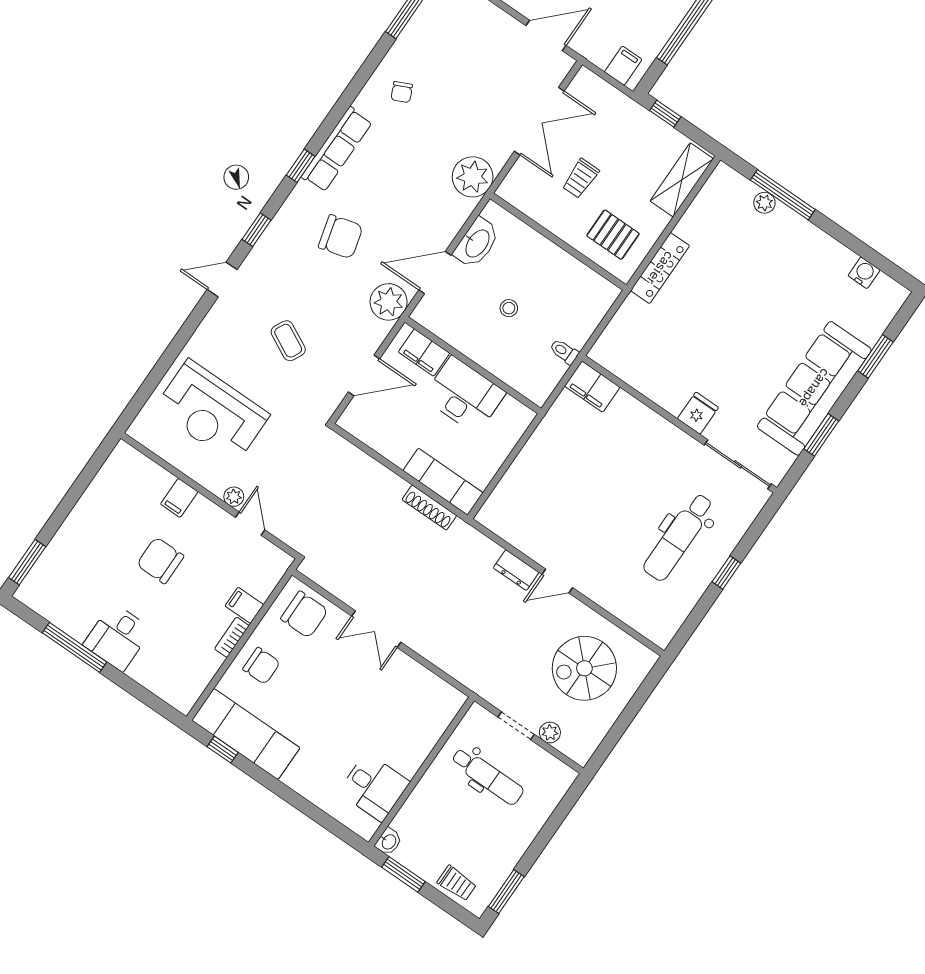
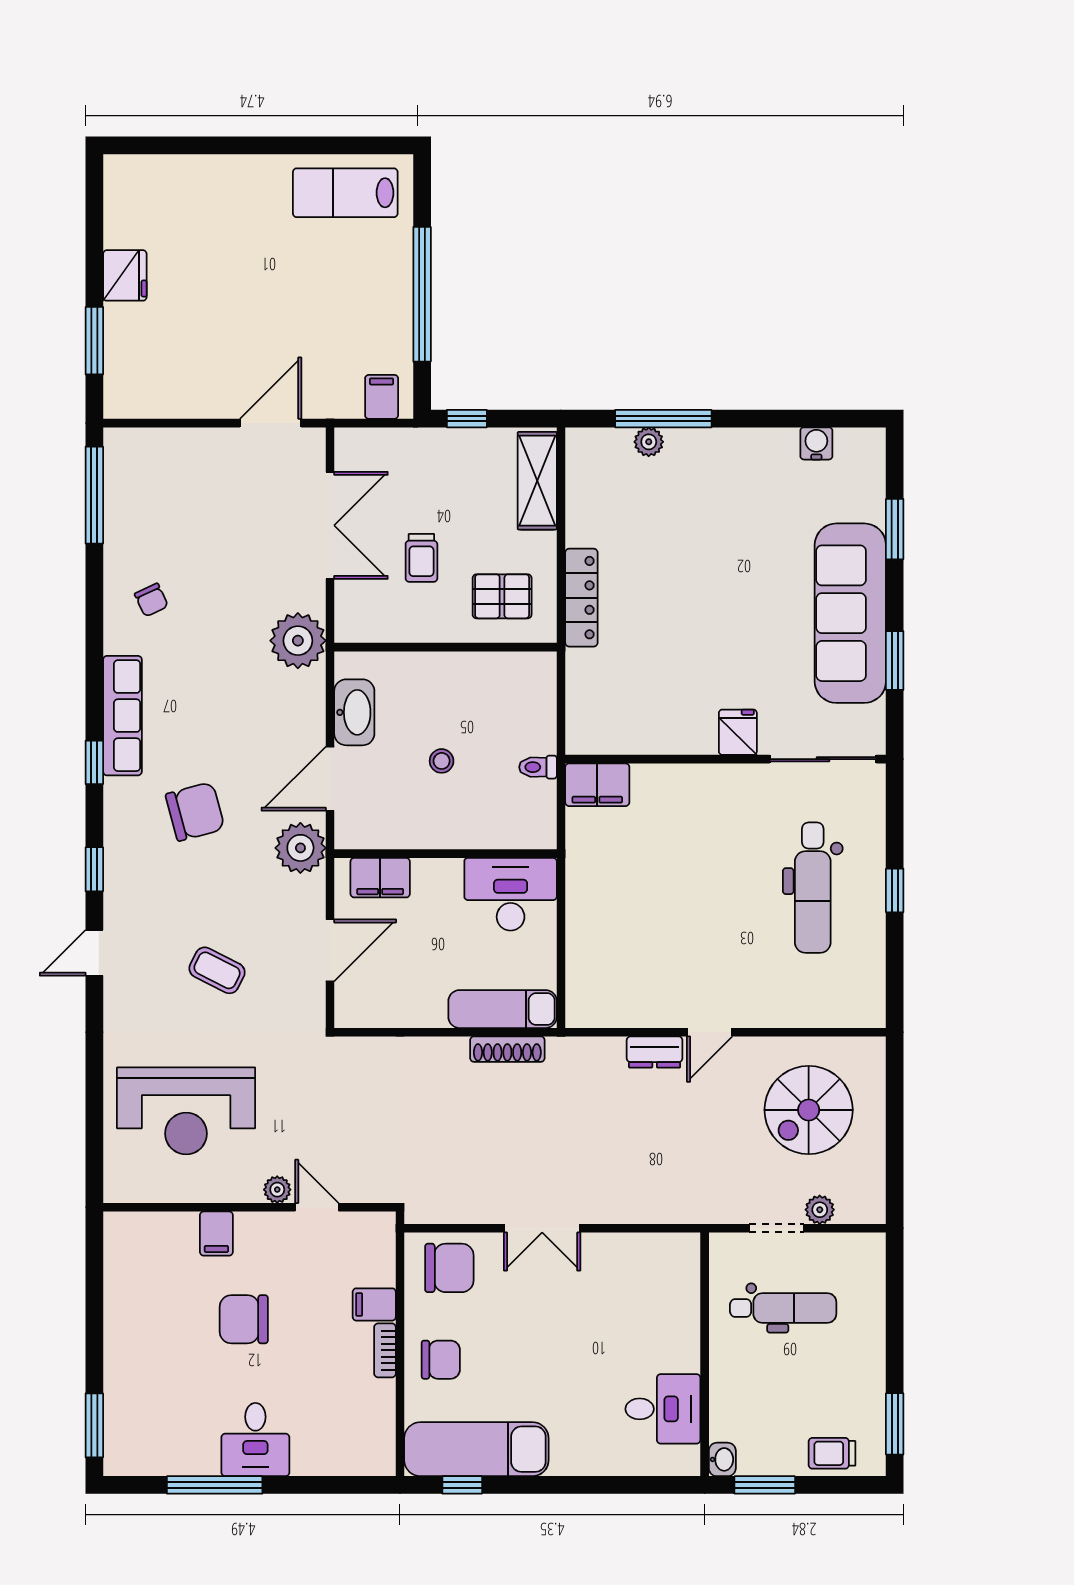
desk: (464, 395) -> (511, 894), moved
trolley: (457, 883) -> (832, 1453), turned 180

